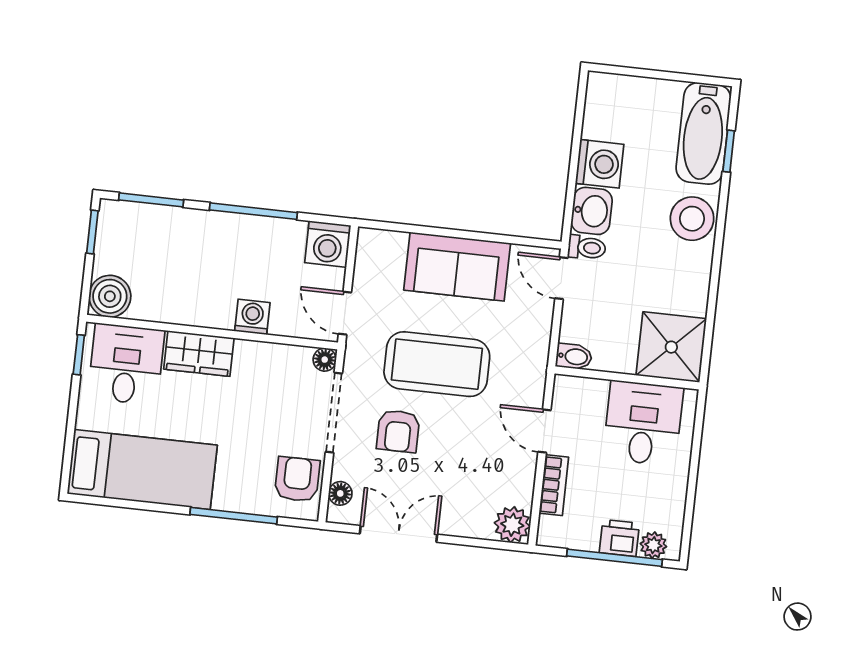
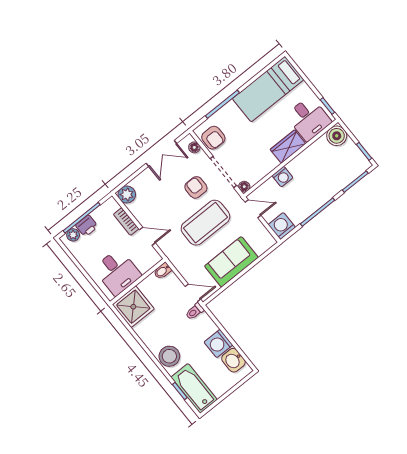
washbasin: (592, 211) -> (233, 360), moved

